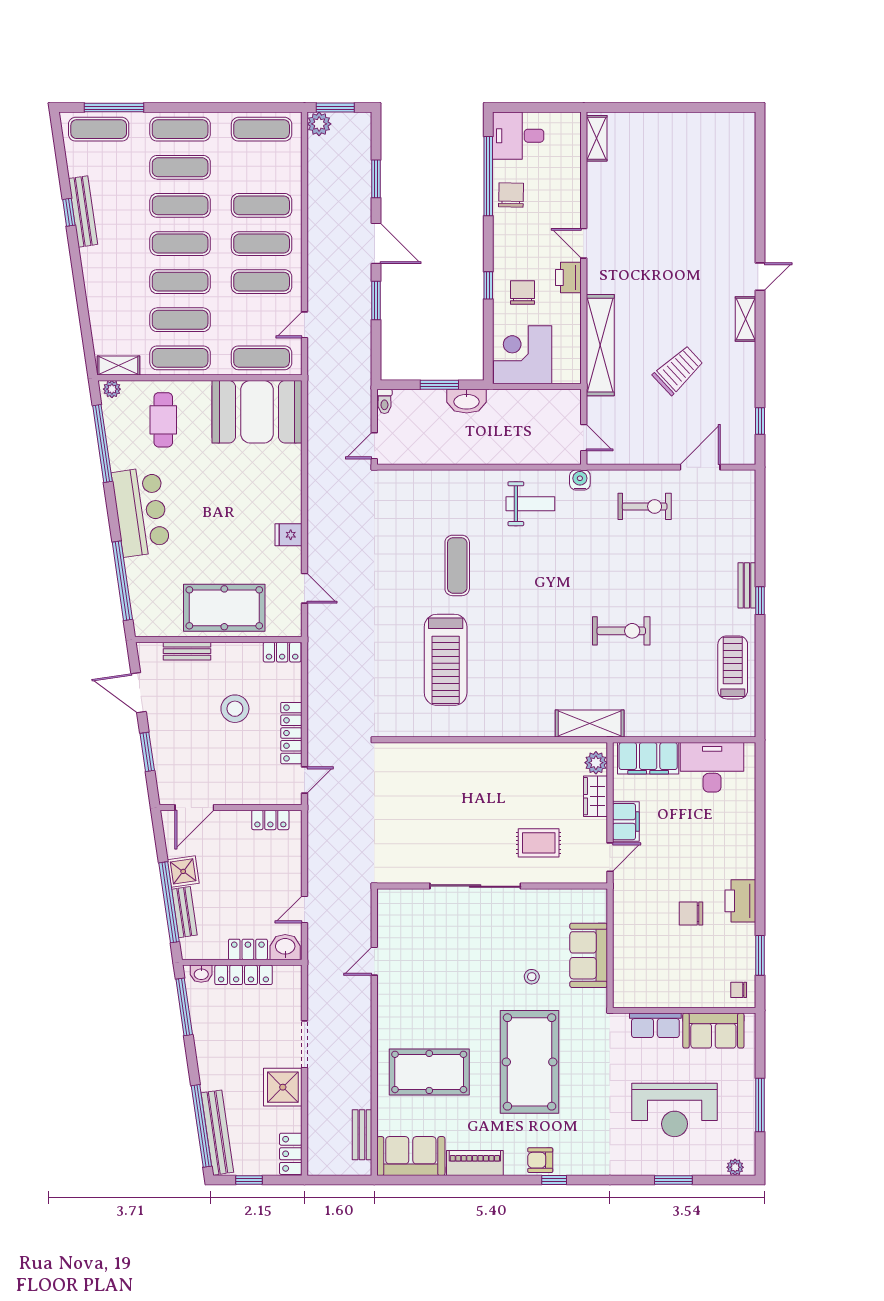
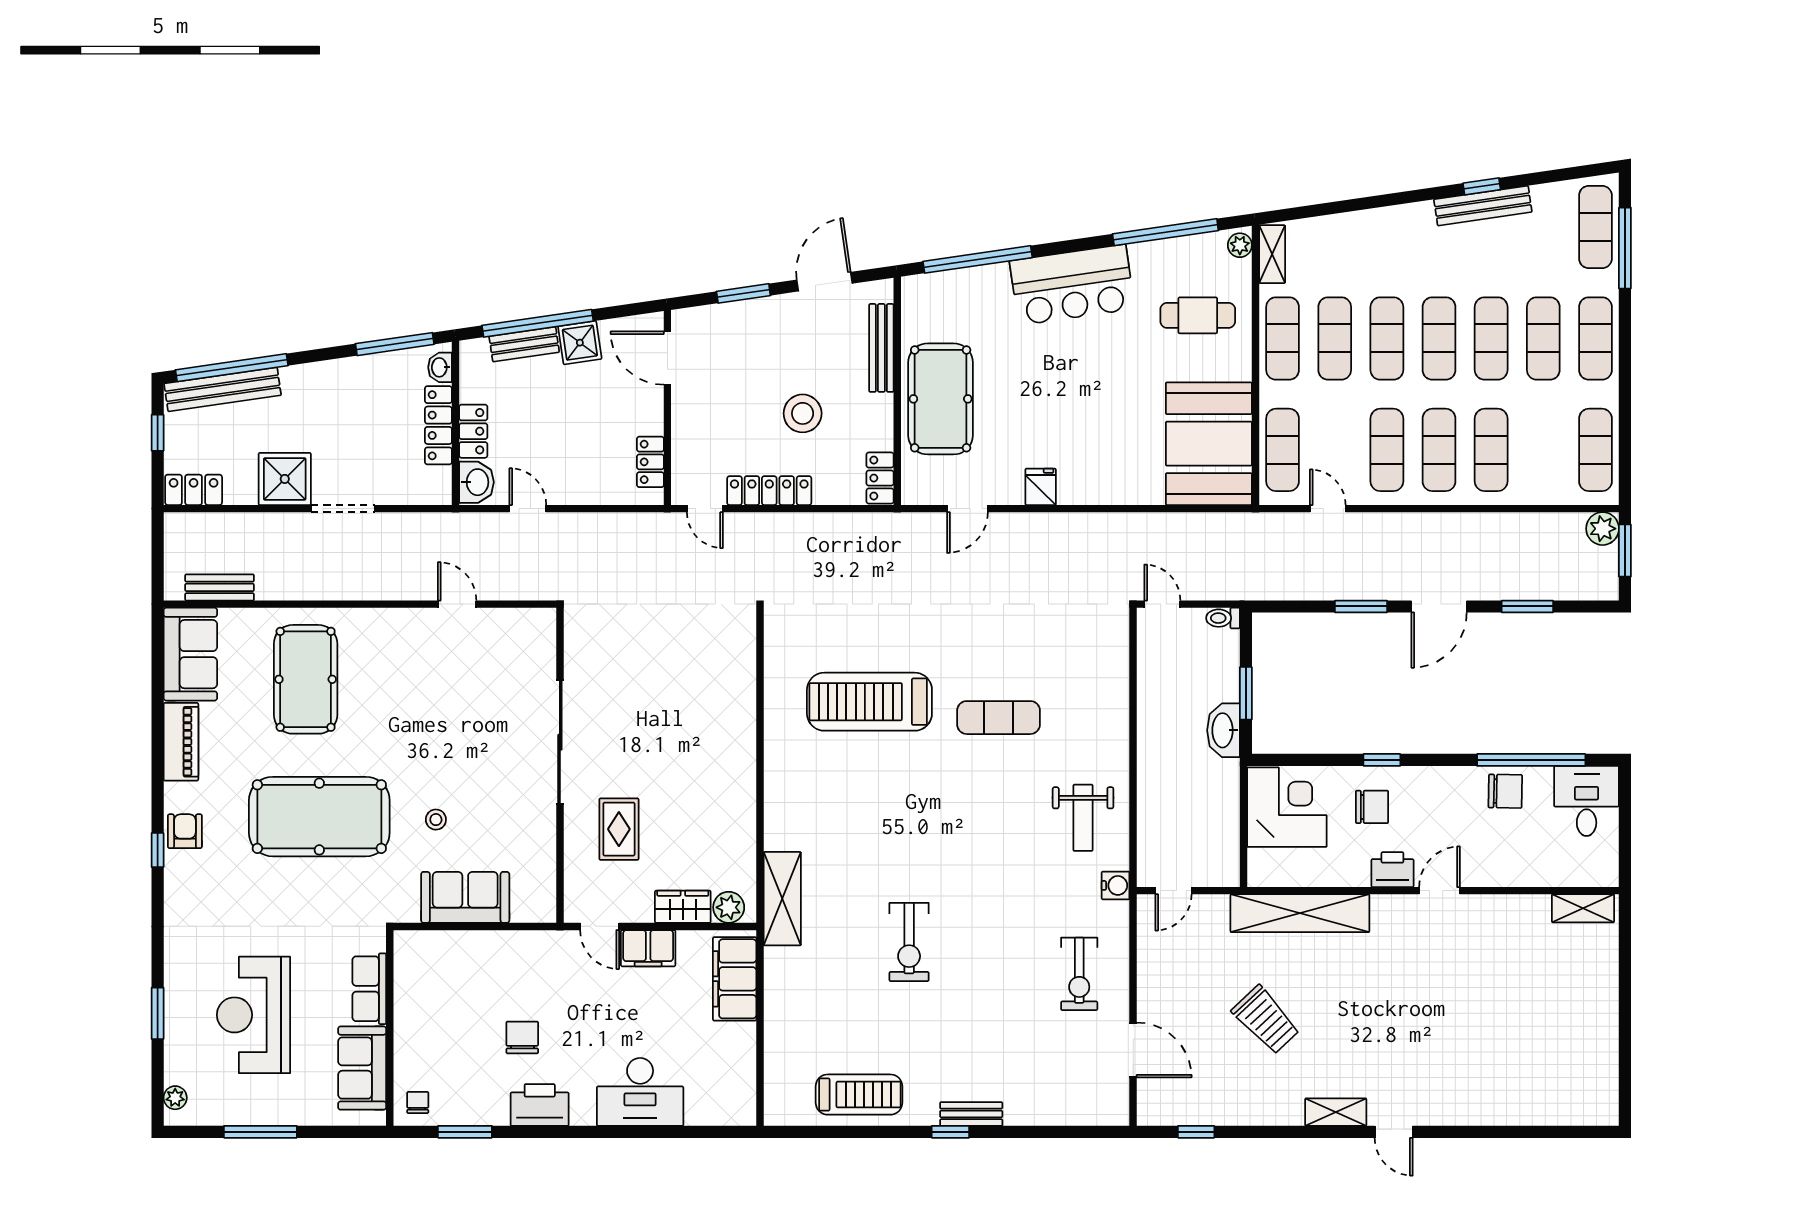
bench: (187, 651) -> (881, 348), width x1.36
desk: (712, 767) -> (640, 1092), moved, turned 90

